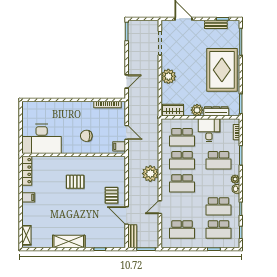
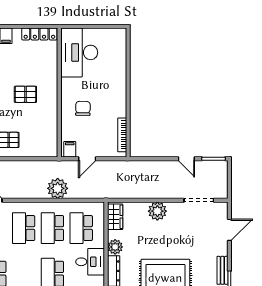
door: (127, 82) -> (186, 159), moved
plant: (150, 174) -> (58, 188), moved
pallet: (75, 182) -> (25, 94), turned 90

